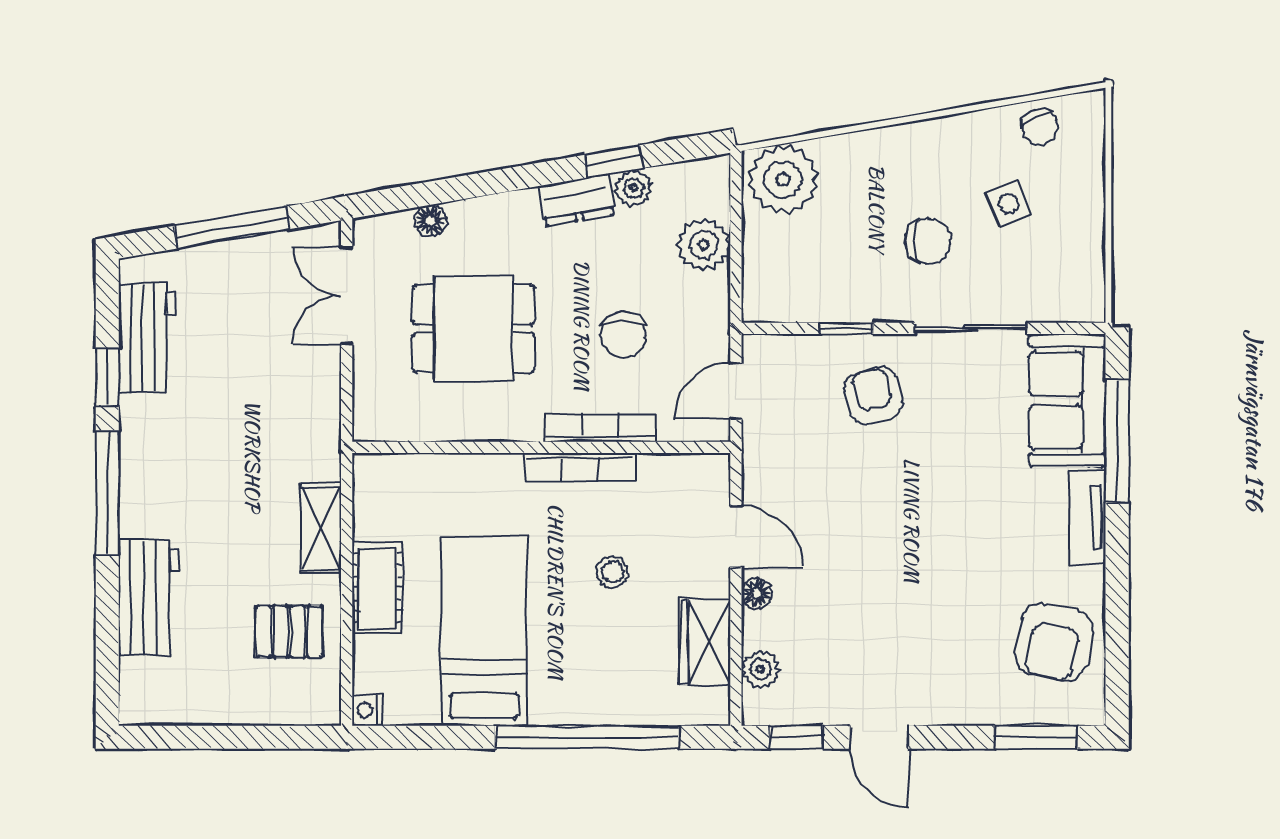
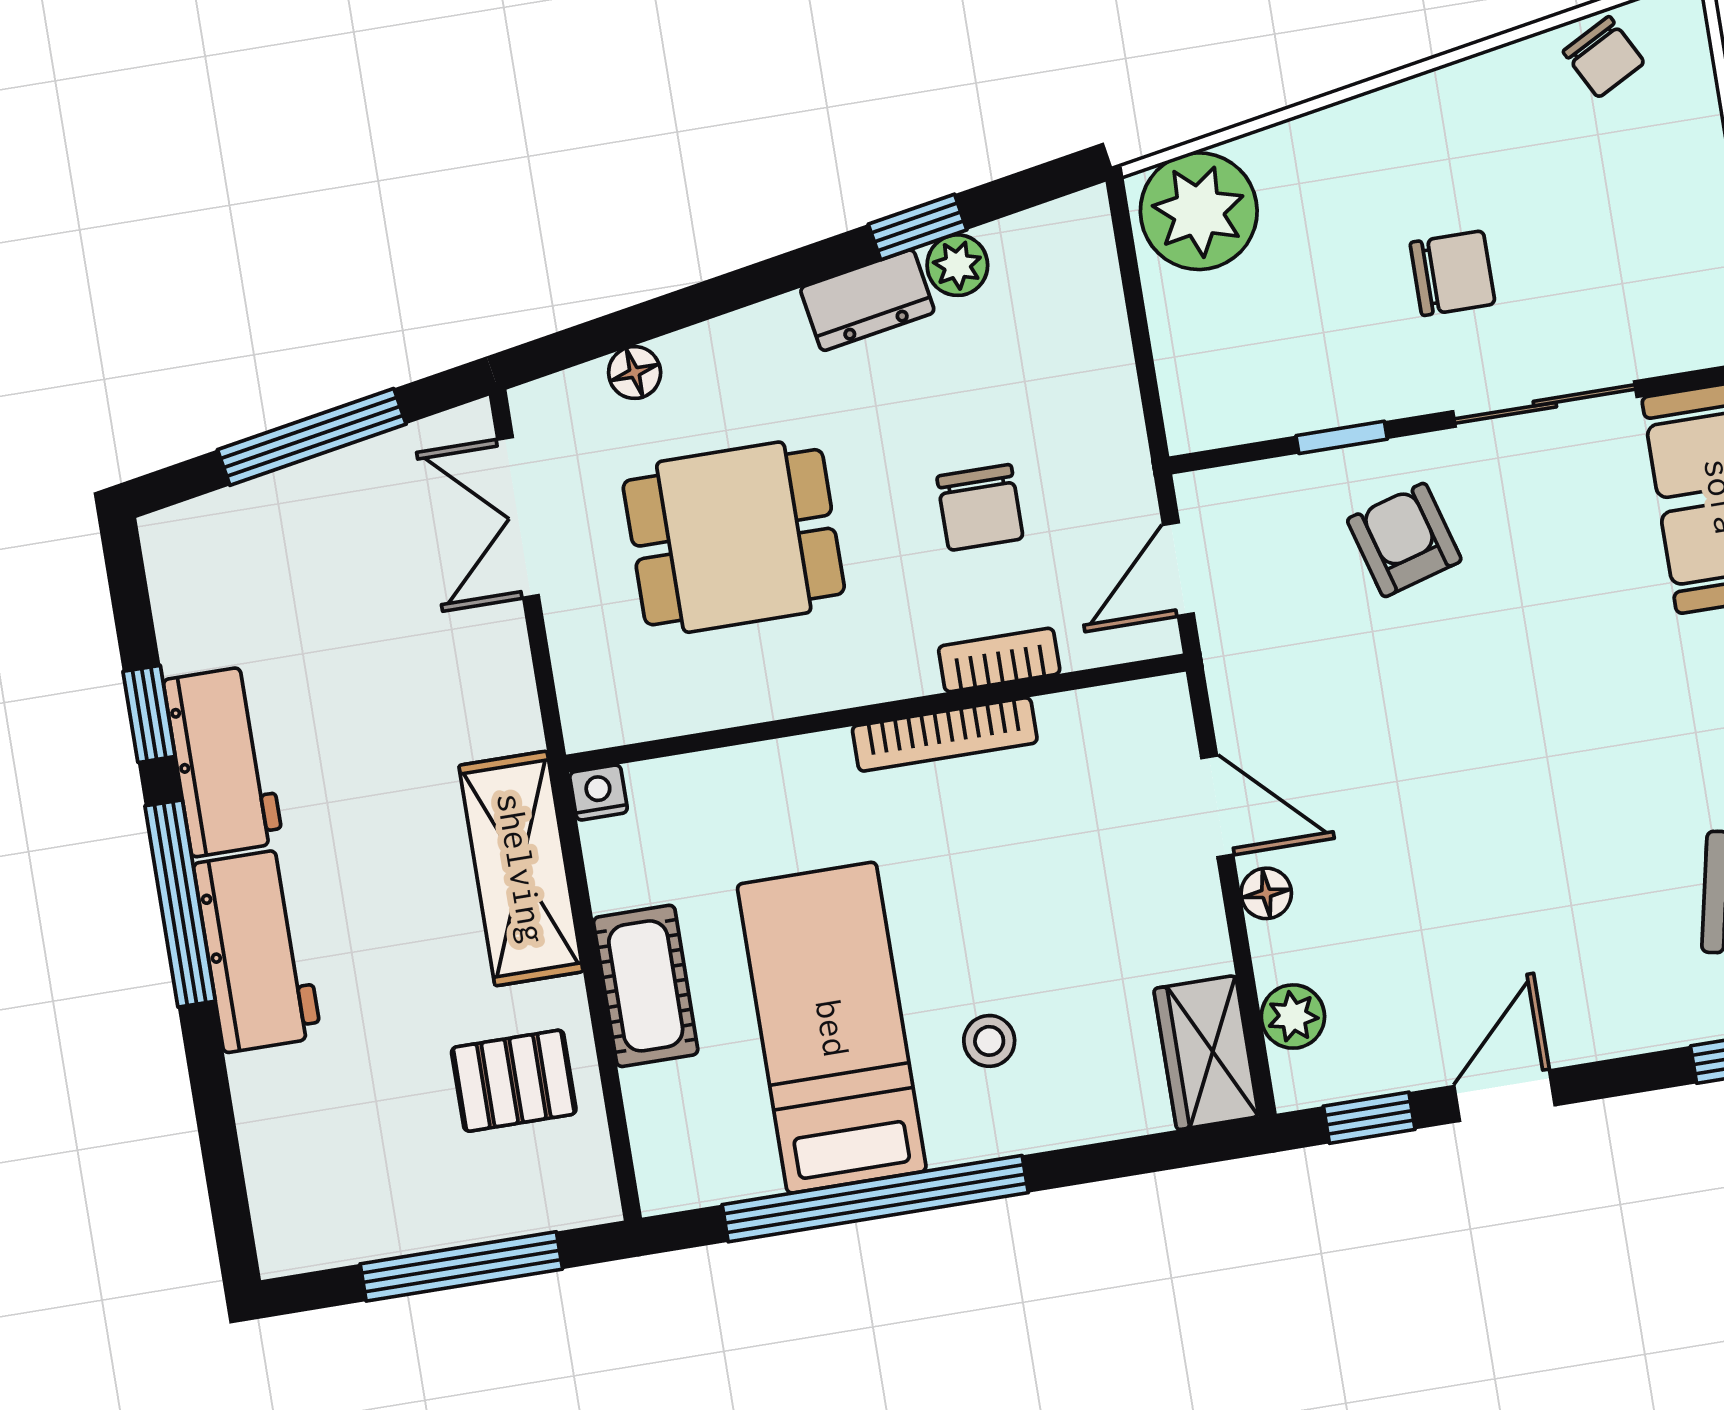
side table: (1009, 203) -> (1573, 190), removed
plant: (704, 245) -> (1087, 339), removed
workbench: (147, 338) -> (223, 761), moved
bookcase: (600, 428) -> (999, 660), width x0.64
shelving: (321, 528) -> (521, 868), width x1.50, depth x1.33
stool: (612, 572) -> (989, 1041), moved
workbench: (149, 598) -> (257, 950), moved
wardrobe: (705, 642) -> (1206, 1053), moved
nightstand: (367, 710) -> (599, 792), moved, turned 90
window: (240, 737) -> (461, 1266), added
window: (587, 737) -> (875, 1199), moved
door: (879, 737) -> (1505, 1096), swing flipped

